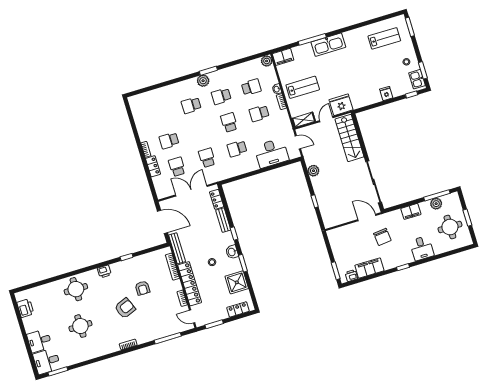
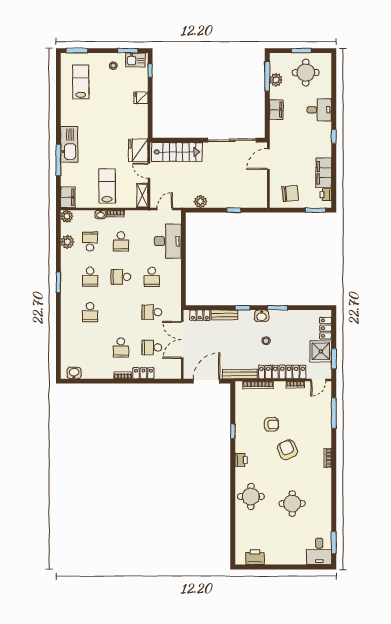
plant: (203, 81) -> (67, 242), moved
washbasin: (135, 107) -> (74, 373), added
chair: (382, 237) -> (290, 193), moved
shower: (237, 282) -> (321, 351), moved
desk: (39, 341) -> (295, 553), removed

